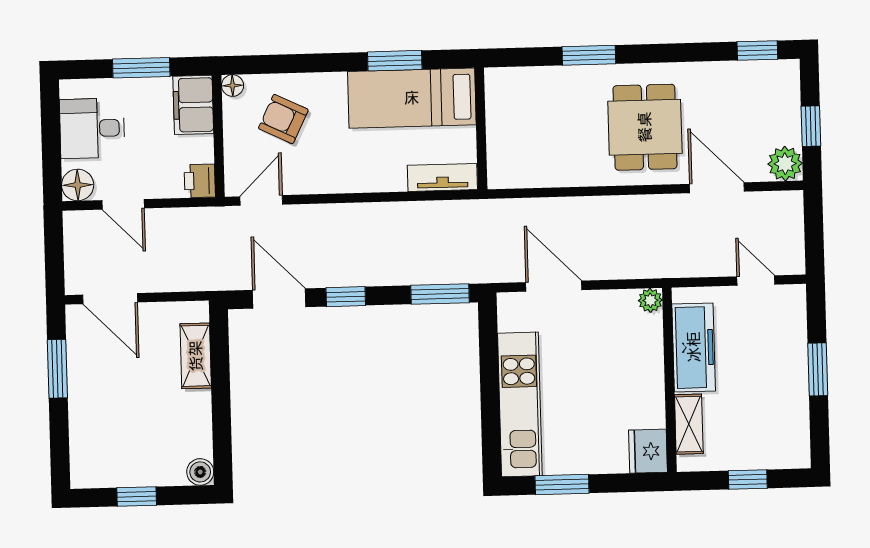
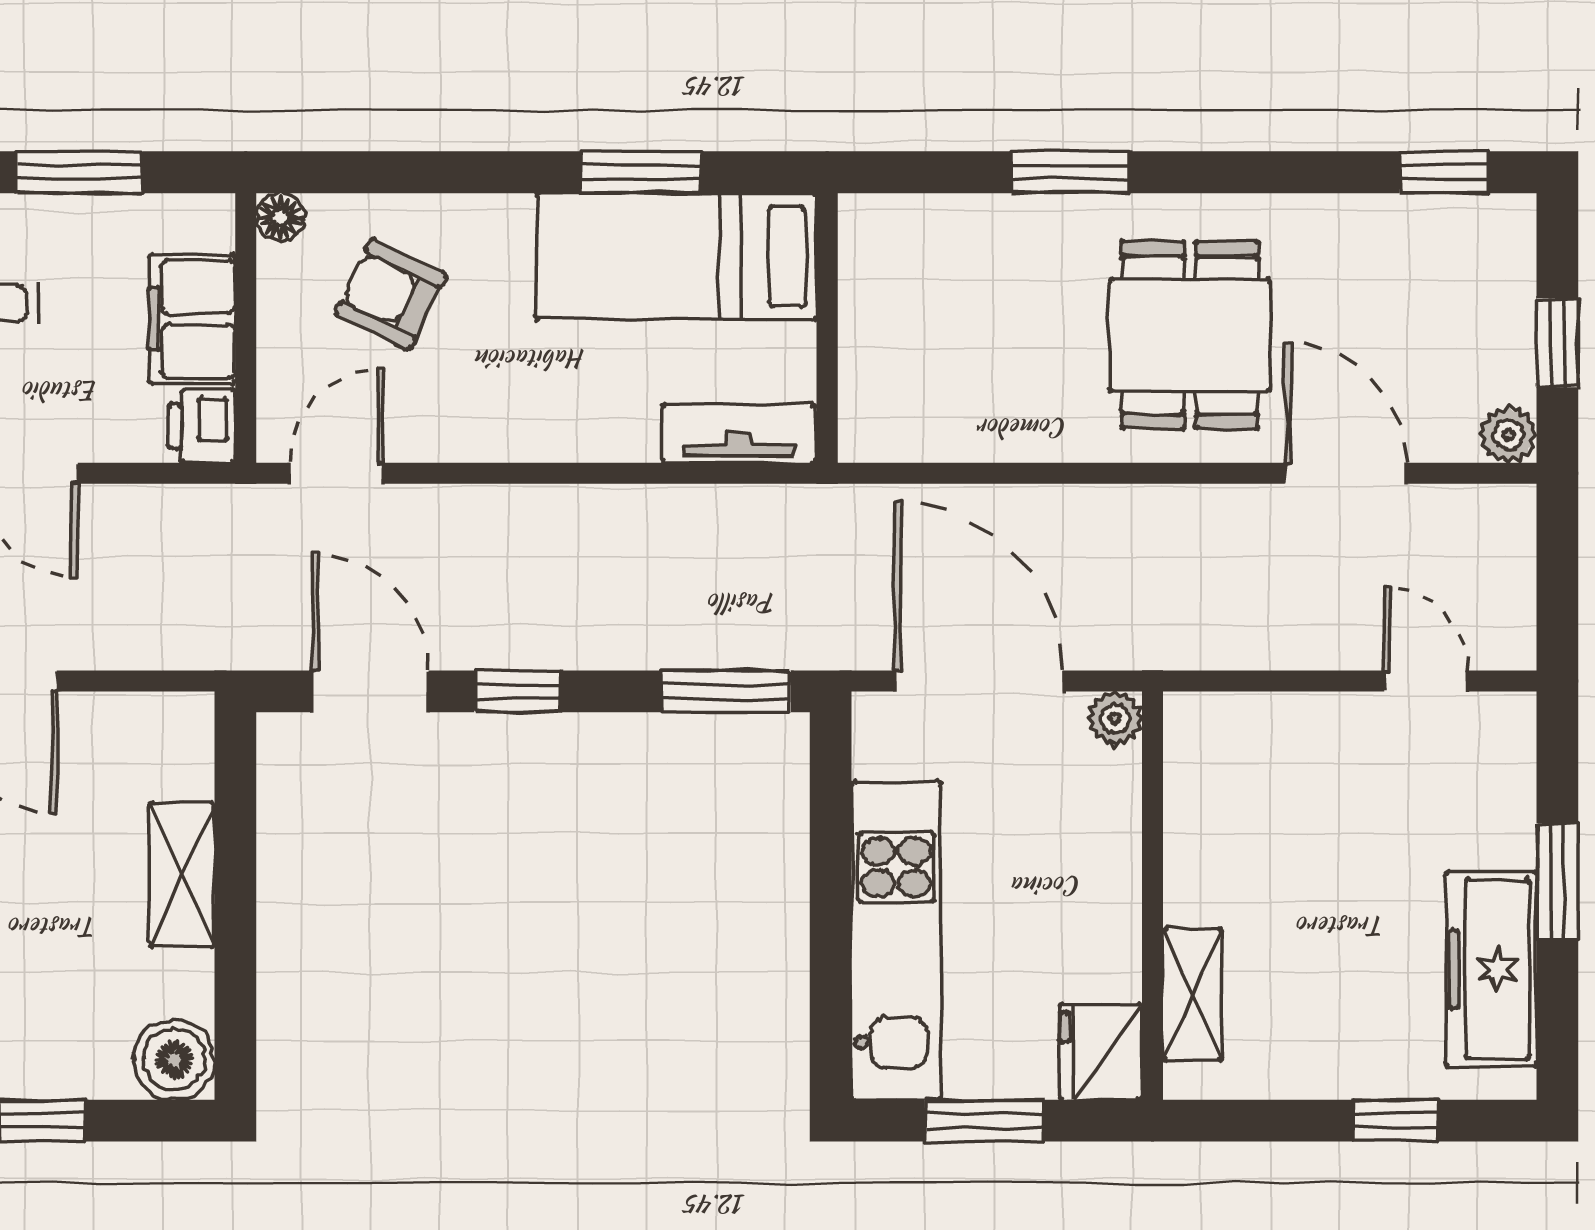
filing cabinet: (193, 105) -> (192, 319), moved
plant: (785, 164) -> (1508, 435), width x0.73, depth x0.73
door: (554, 286) -> (979, 681), width x1.36
plant: (650, 300) -> (1115, 718), moved
freezer: (694, 347) -> (1491, 969), moved, turned 180
shelving: (196, 356) -> (182, 875), moved
wall: (669, 380) -> (1152, 896), moved
shelving: (689, 424) -> (1193, 995), moved
fridge: (648, 451) -> (1101, 1052), moved
boiler: (200, 472) -> (174, 1059), width x1.36, depth x1.36

